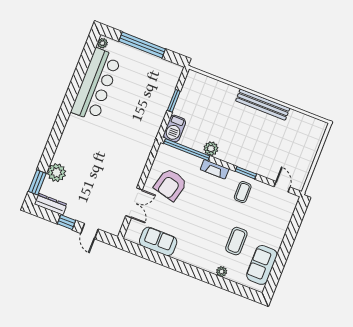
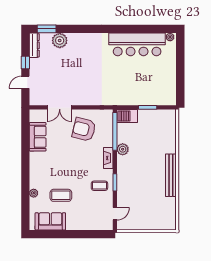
window: (142, 45) -> (180, 67), removed

